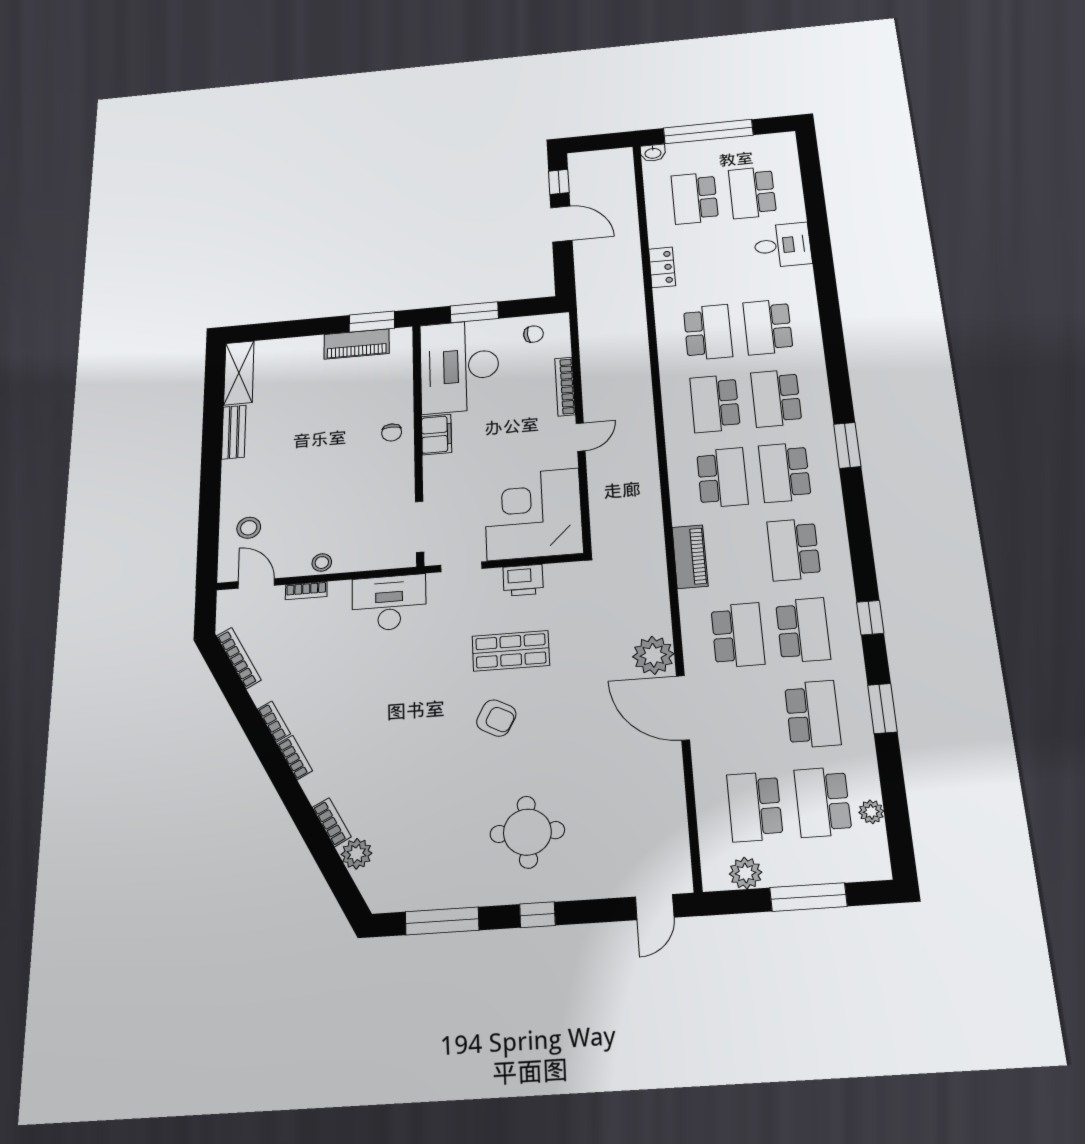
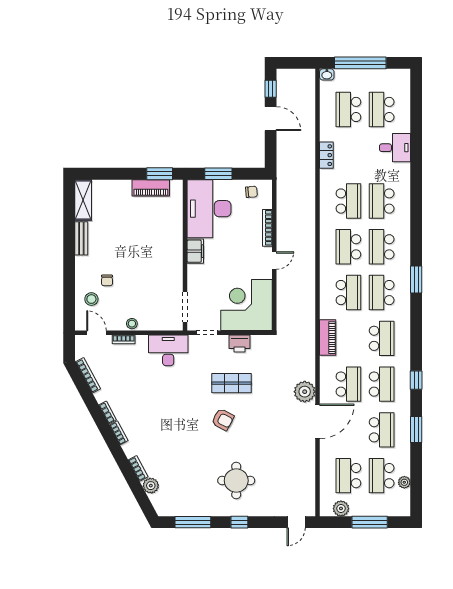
chair: (392, 433) -> (107, 280), moved
school desk: (794, 550) -> (382, 338), turned 180
door: (683, 708) -> (318, 421), swing flipped

